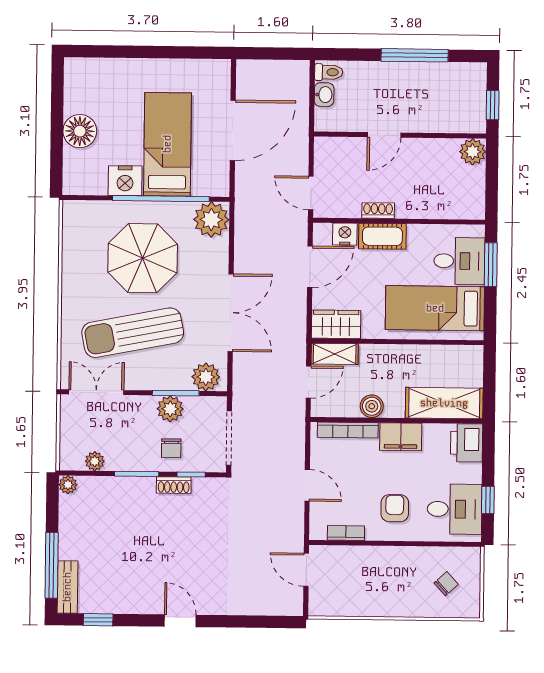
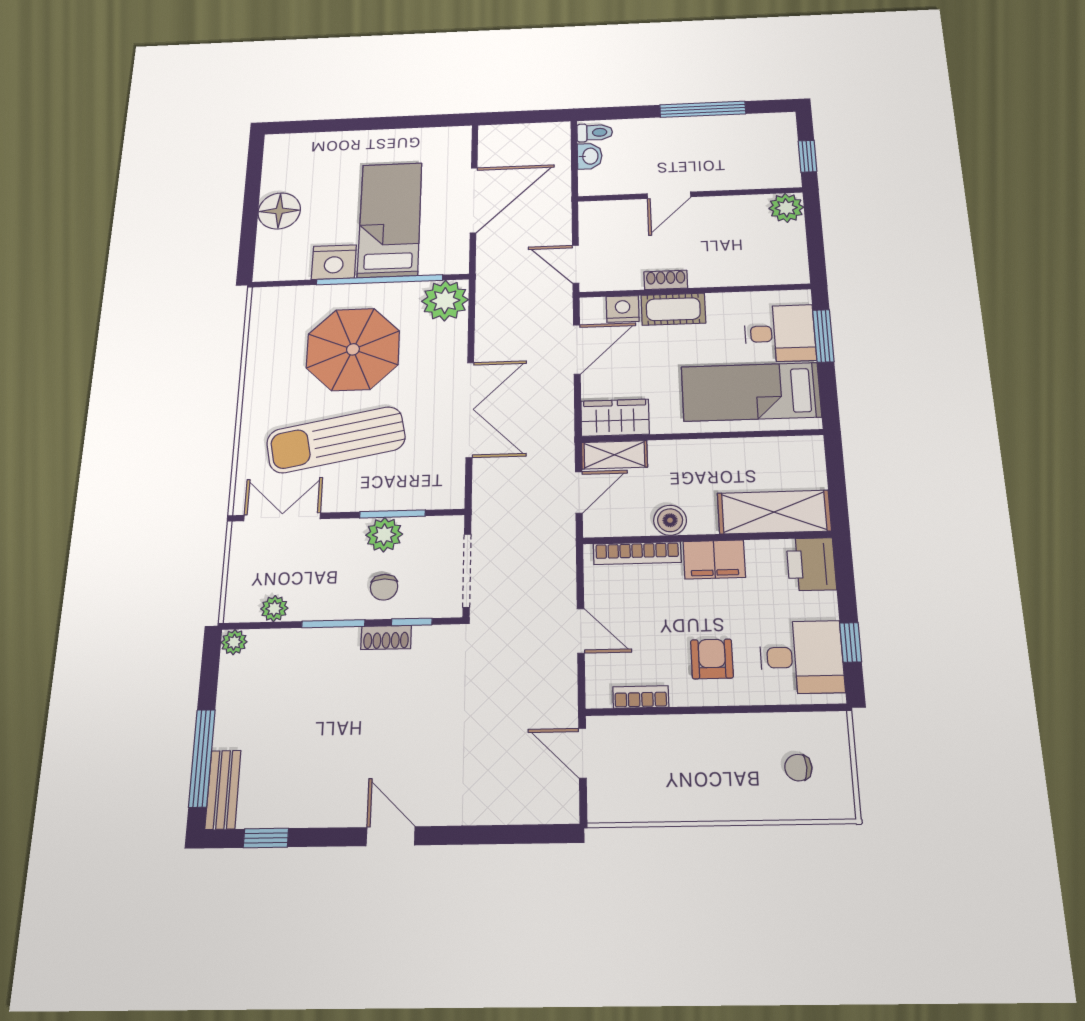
plant: (206, 377) -> (435, 491), removed
chair: (446, 584) -> (798, 768), turned -138

